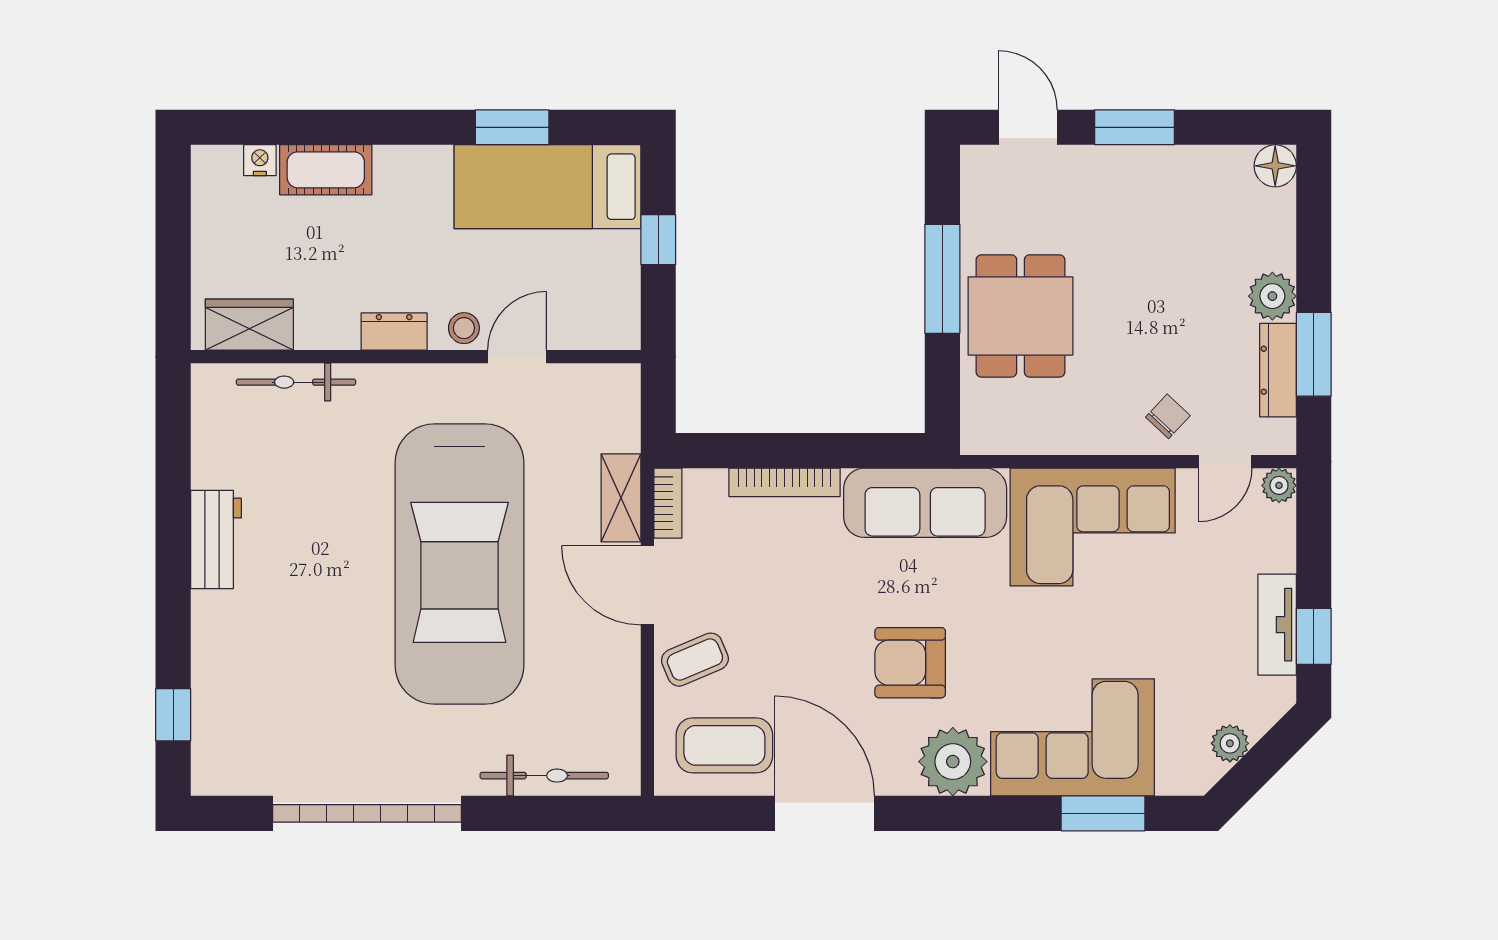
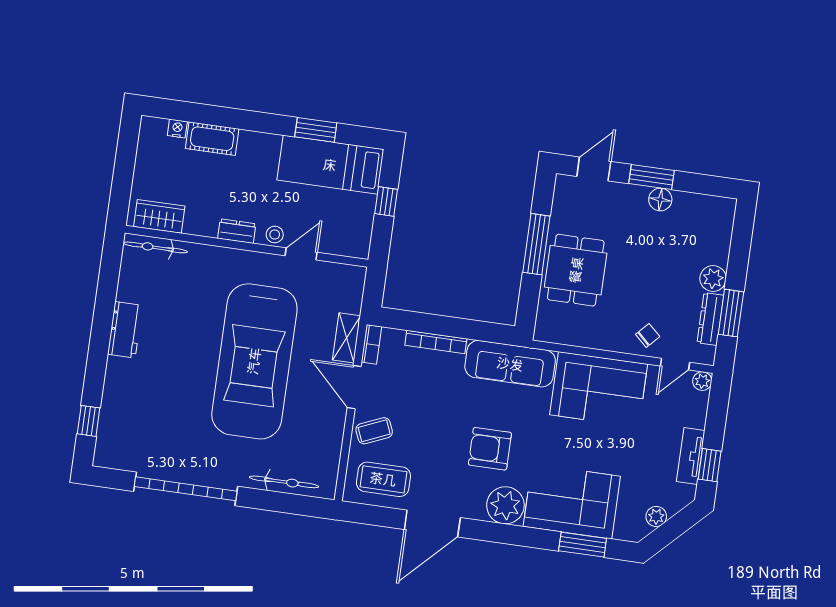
door: (1028, 127) -> (594, 169), hinge flipped
floor lamp: (1275, 166) -> (660, 199), moved
bicycle: (296, 382) -> (155, 247), moved
door: (824, 813) -> (432, 523), swing flipped

